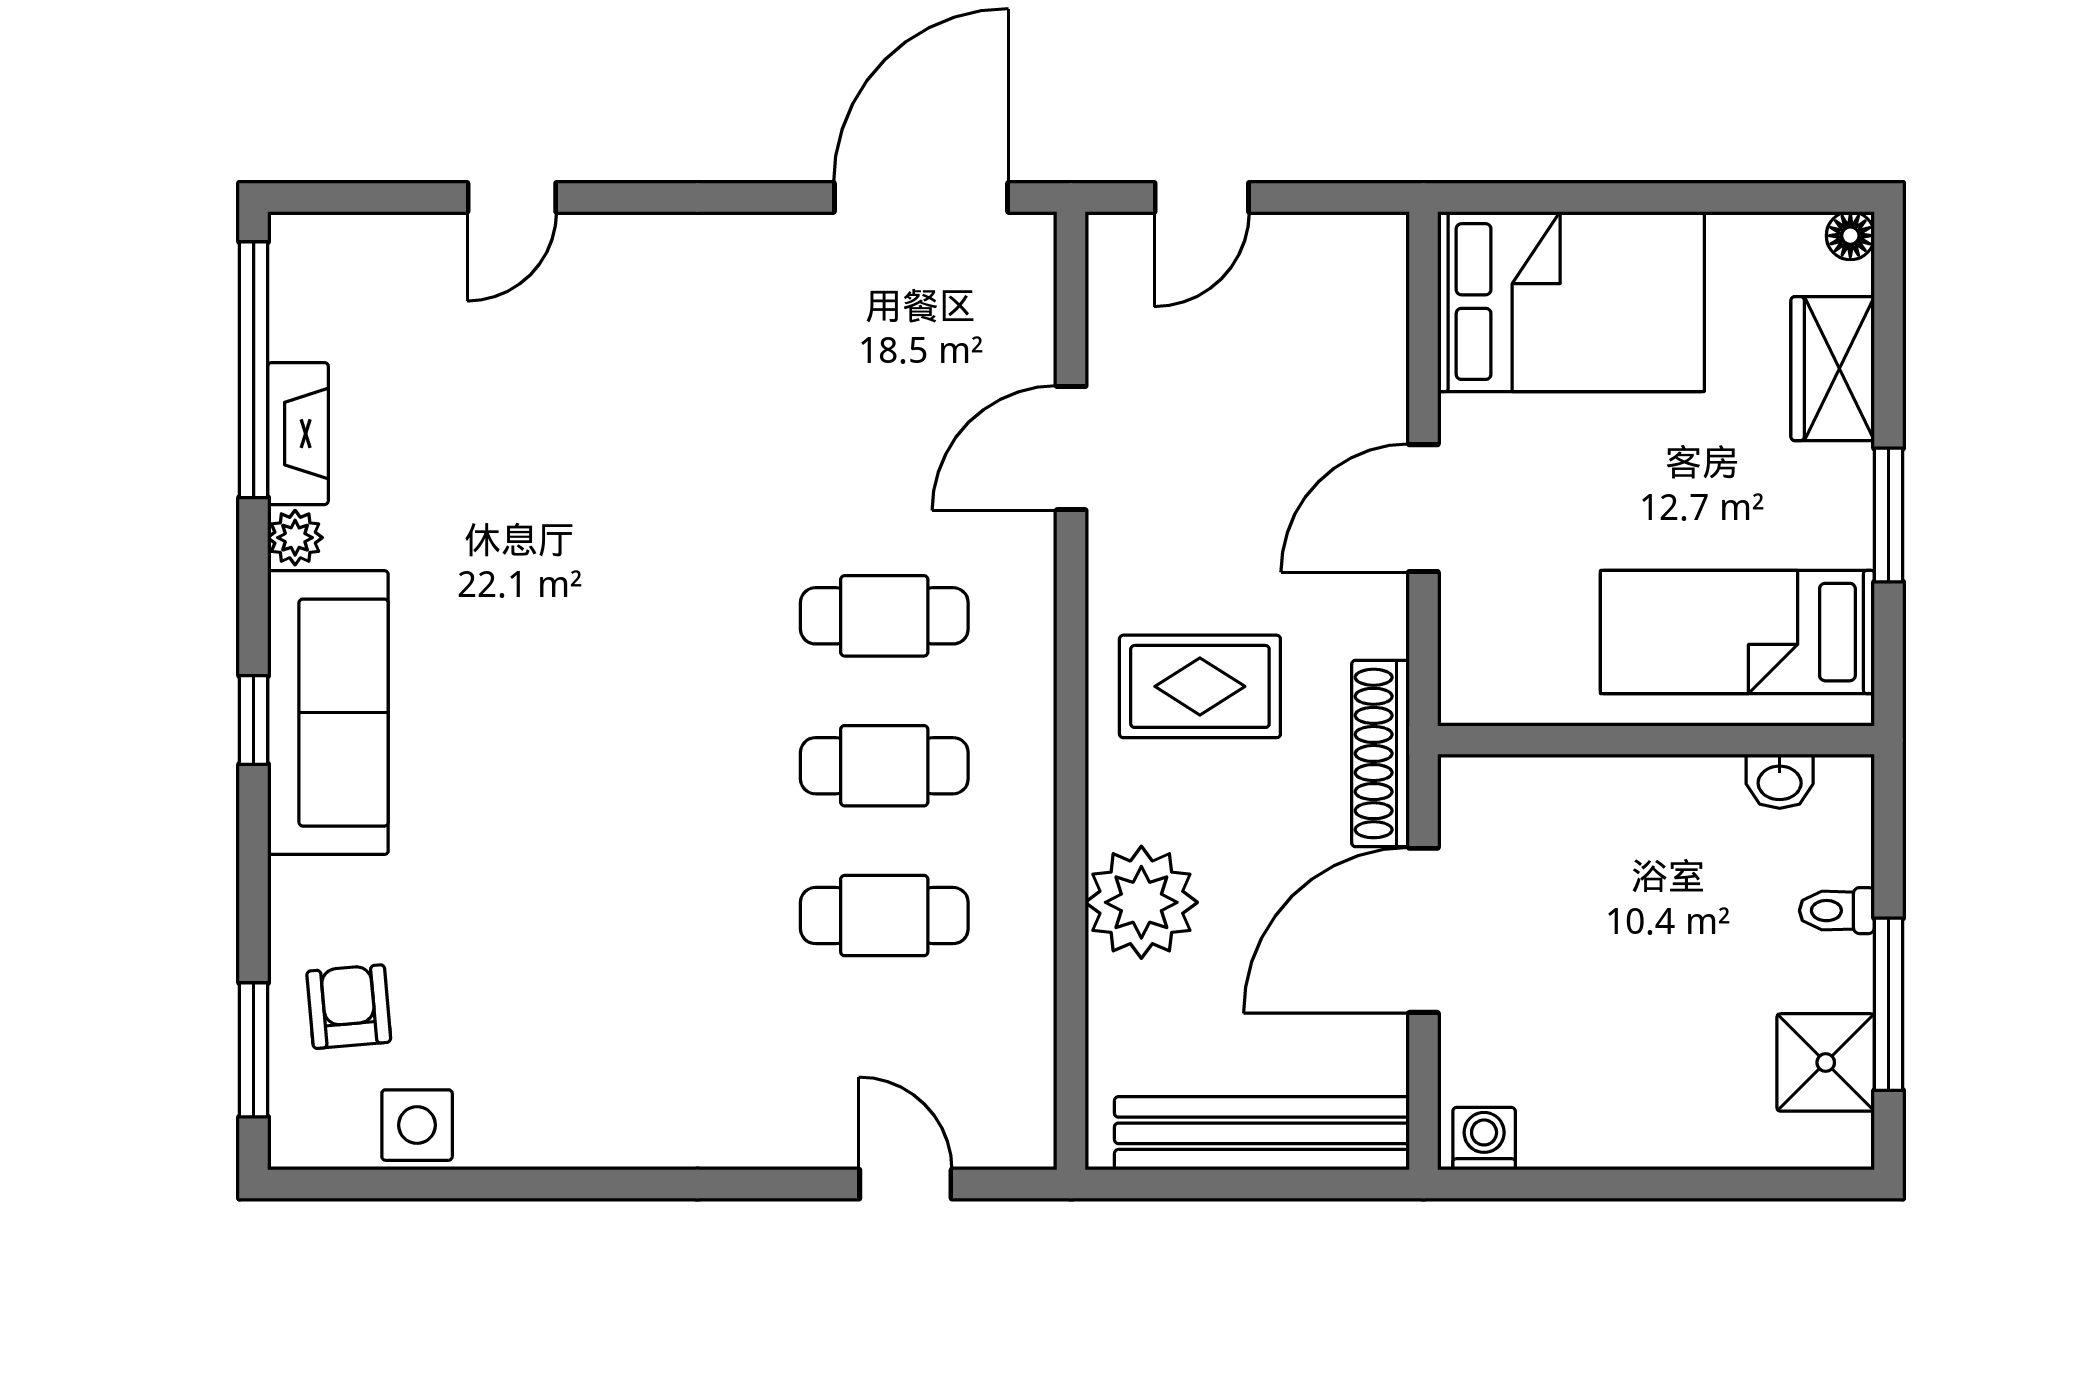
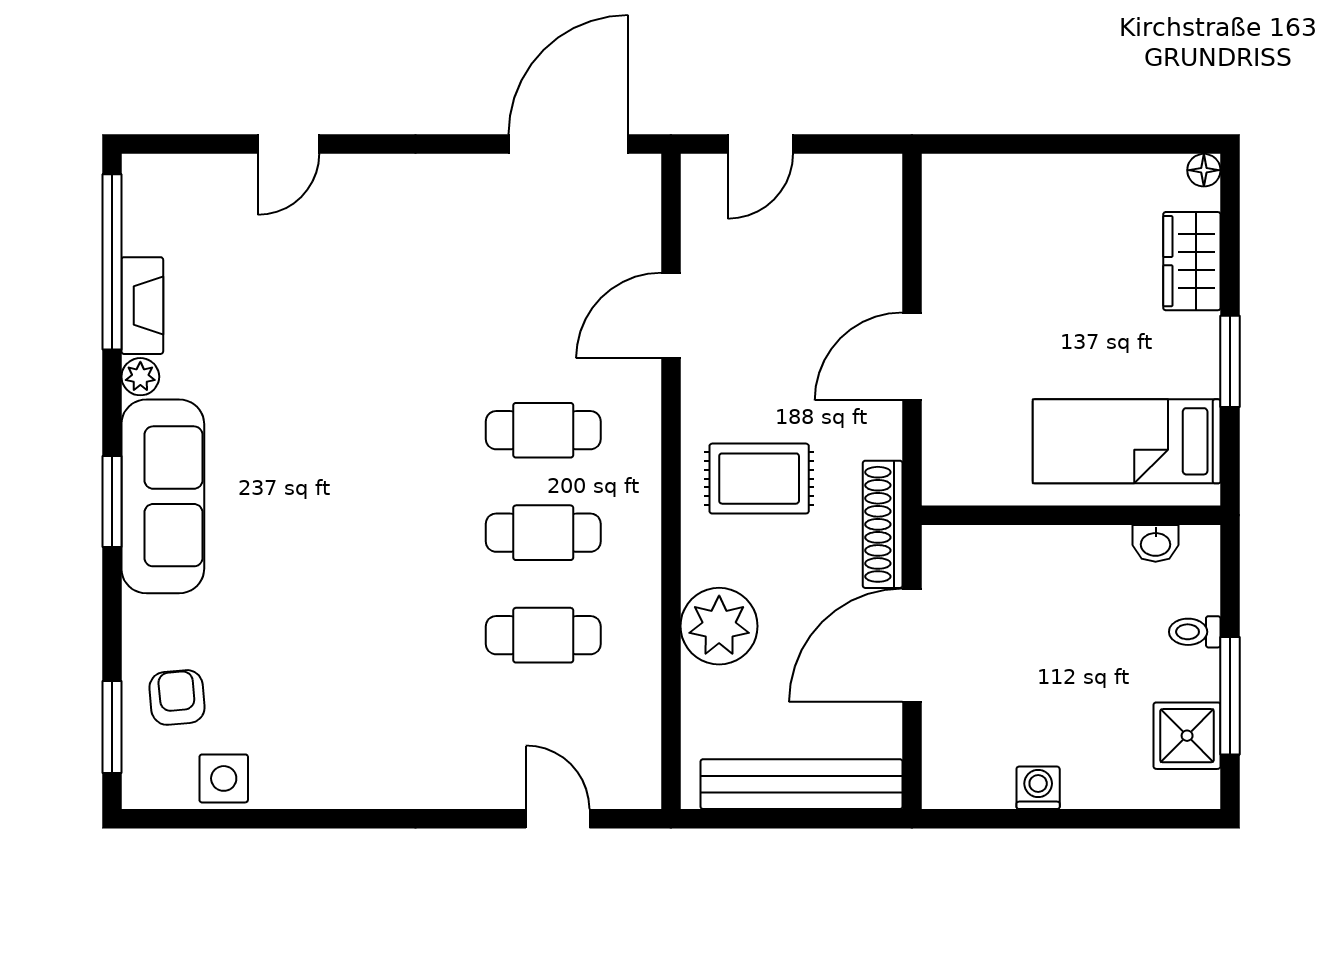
bed: (1571, 302) -> (1013, 215), removed
window: (254, 720) -> (112, 501), width x1.50
washing machine: (1484, 1139) -> (1038, 788), moved

